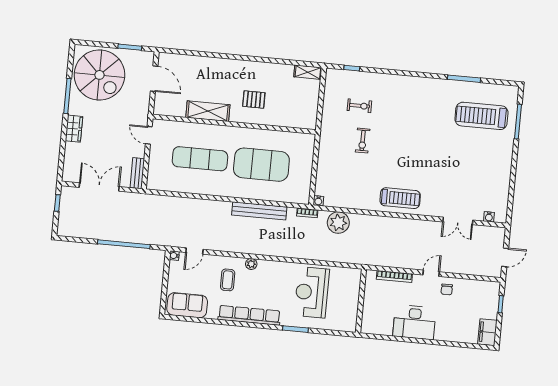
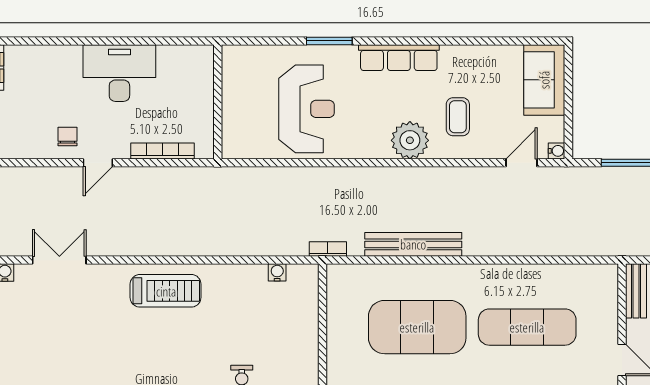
treadmill: (400, 198) -> (166, 291), turned 180
water cooler: (318, 201) -> (277, 272), moved
plant: (338, 223) -> (271, 237), removed
plant: (251, 264) -> (410, 140), width x1.87, depth x1.87
sofa: (187, 305) -> (544, 80), moved, turned 90
row of seats: (249, 315) -> (399, 58), width x0.73

